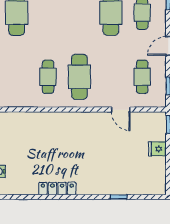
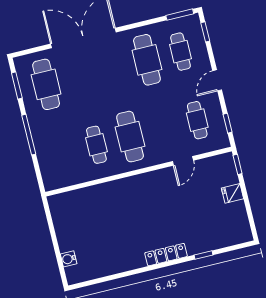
door: (121, 110) -> (183, 161), hinge flipped
locker: (57, 189) -> (166, 255), moved

